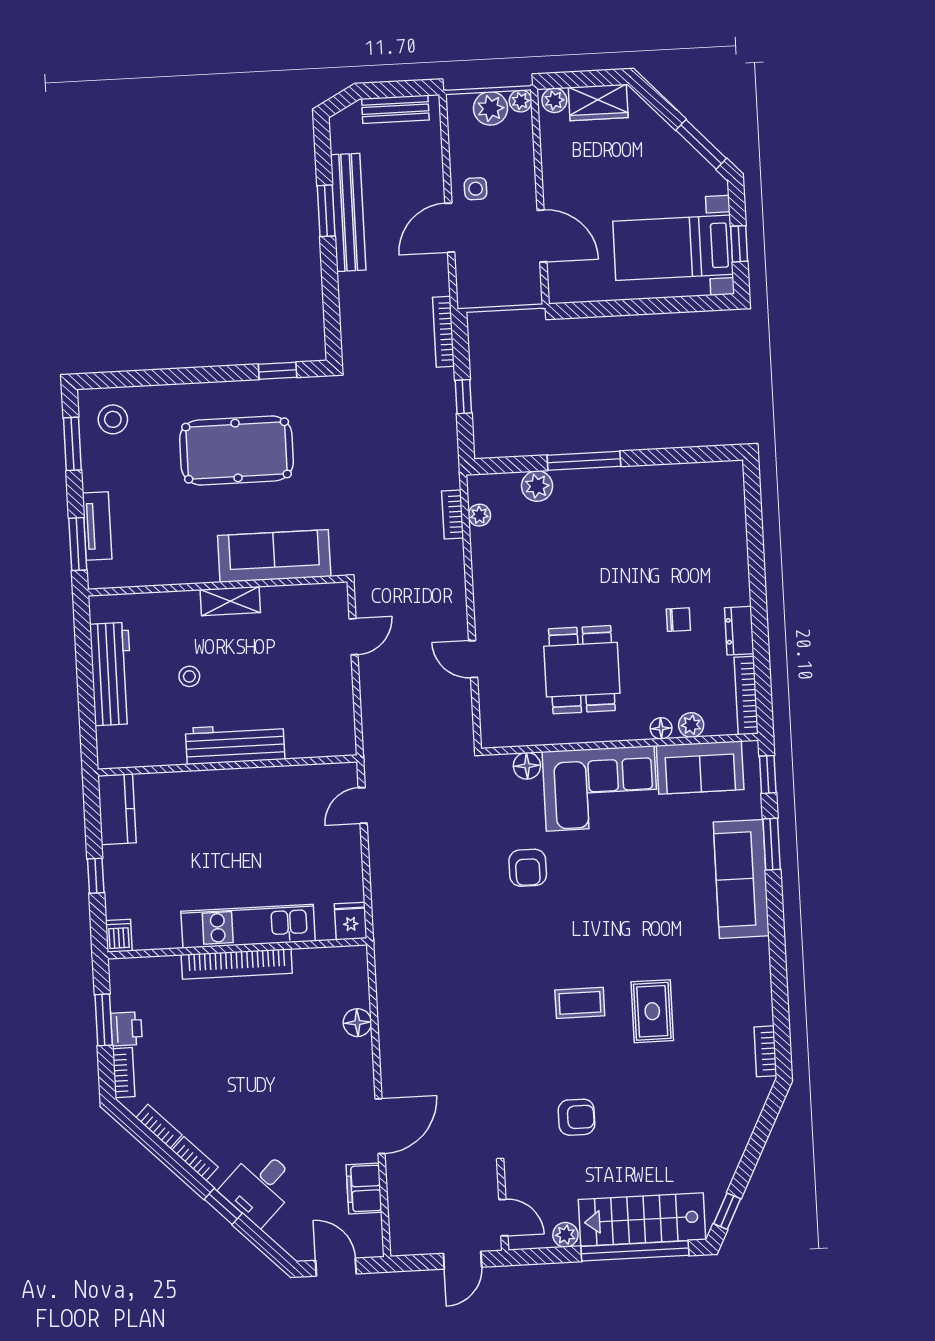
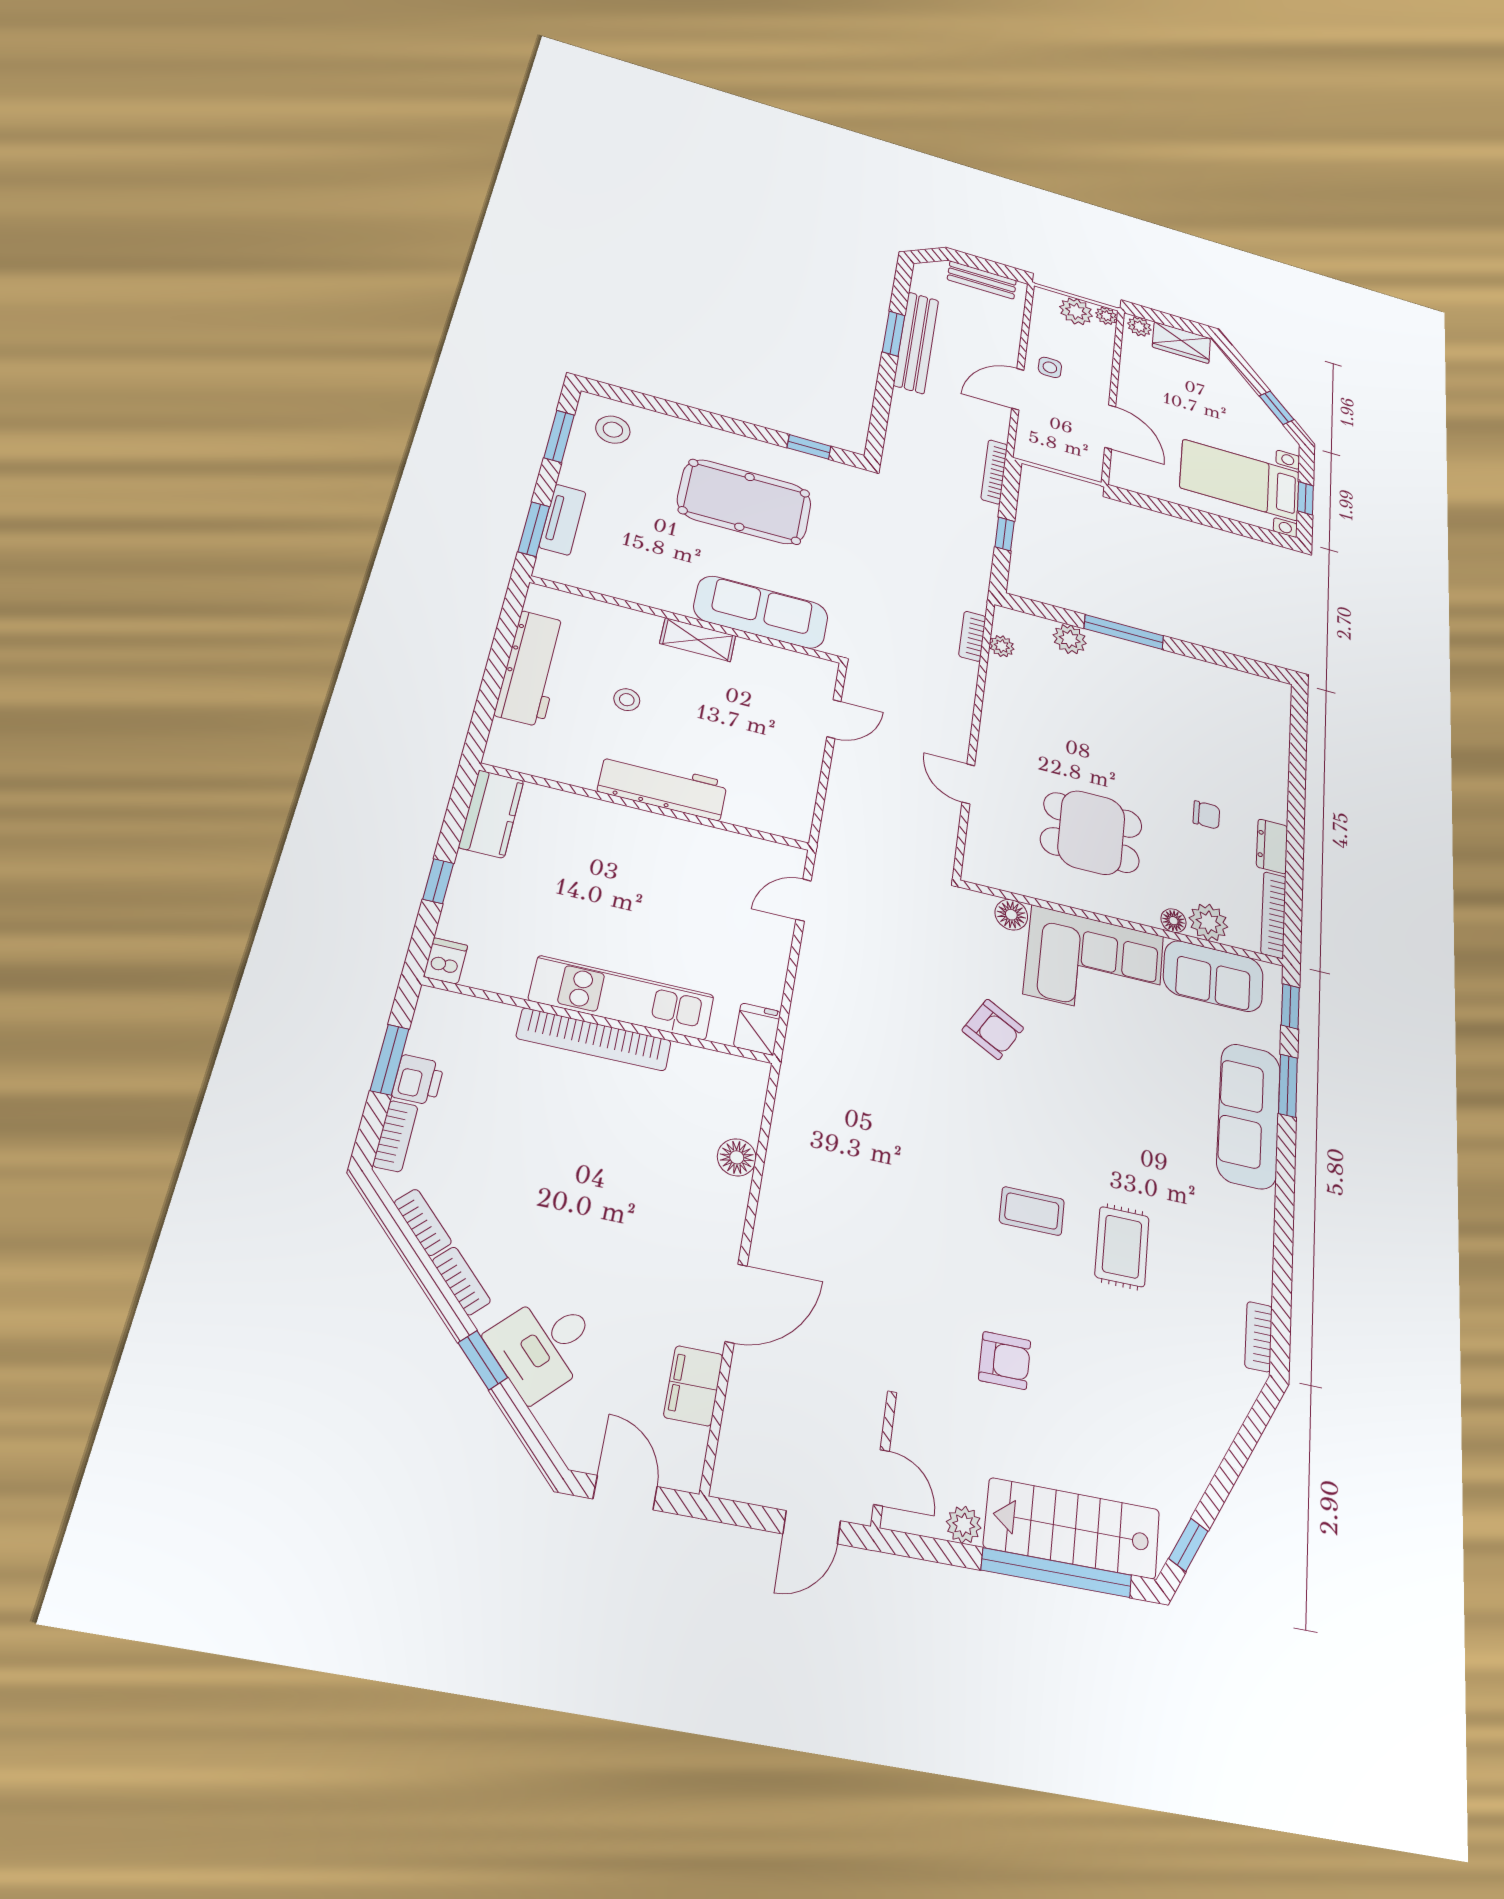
window: (701, 144) -> (1277, 408), width x0.67
dining table: (582, 670) -> (1091, 832), turned 90
plant: (691, 725) -> (1208, 922), width x1.38, depth x1.38
armchair: (528, 868) -> (993, 1029), turned -61

